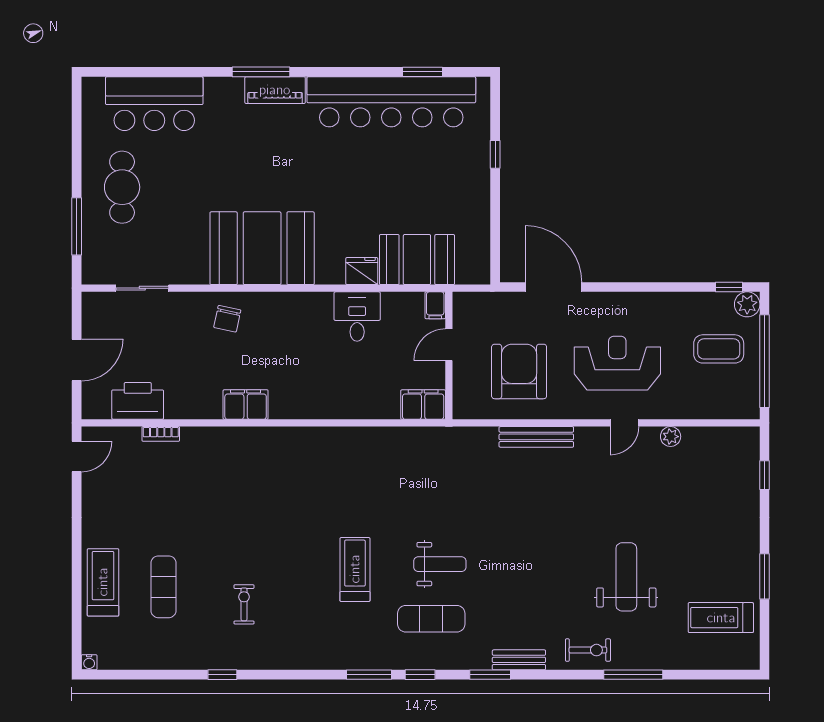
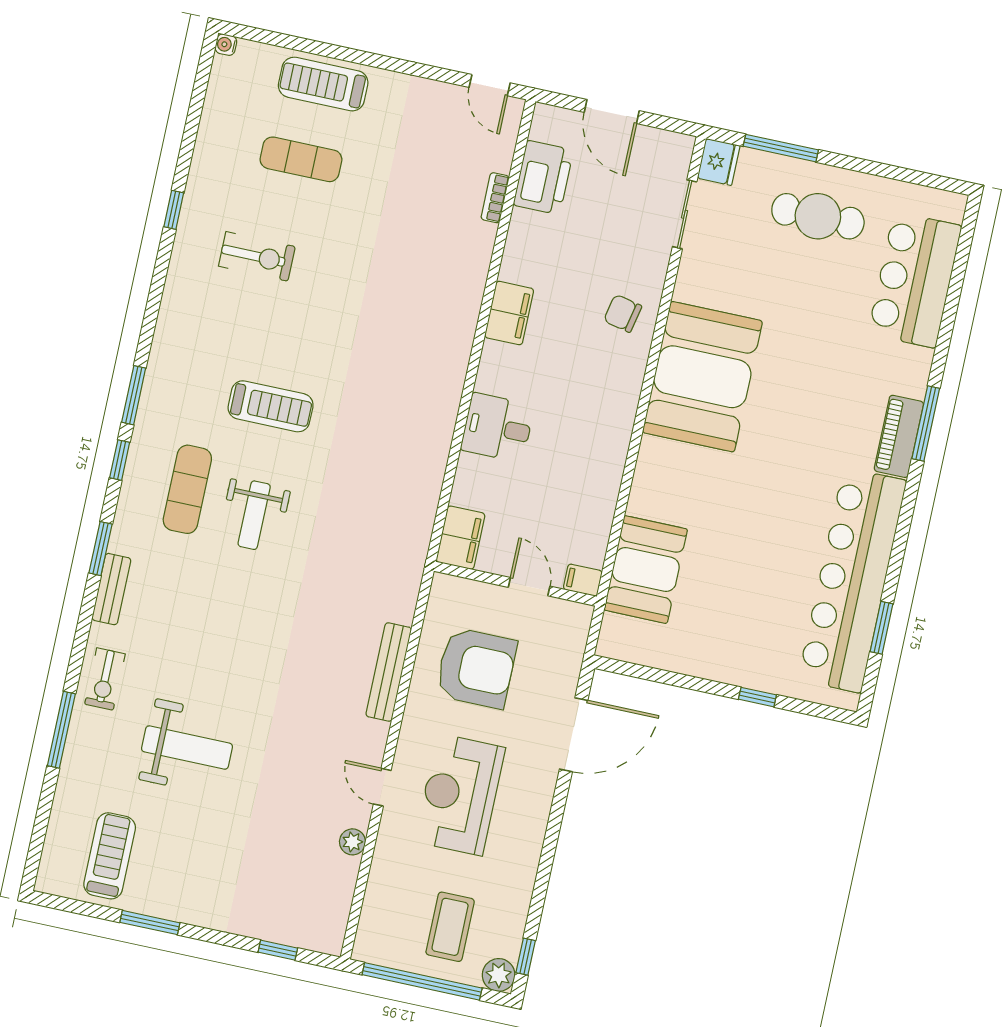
fridge: (362, 271) -> (719, 162), moved
desk: (357, 317) -> (498, 428), moved, turned 180
reception desk: (617, 363) -> (460, 795), turned 180
treadmill: (103, 582) -> (323, 84), turned 180
exercise bike: (244, 604) -> (257, 256), width x1.38, depth x1.39

